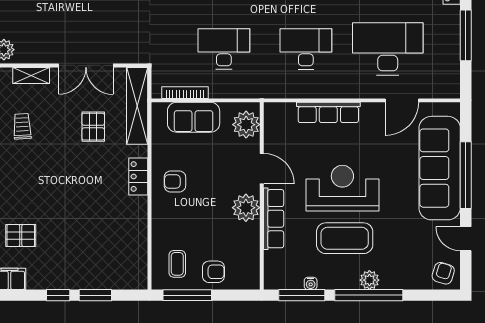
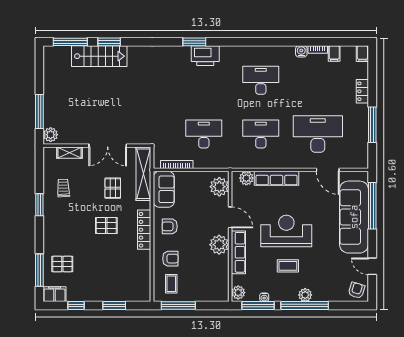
door: (402, 100) -> (328, 170), hinge flipped
plant: (285, 112) -> (246, 178), added
sofa: (194, 117) -> (164, 189), moved, turned -90
window: (466, 175) -> (372, 206), moved
locker: (138, 177) -> (144, 230), width x1.53
pallet: (84, 180) -> (106, 225), added
coffee table: (345, 238) -> (288, 266), width x0.54, depth x0.58
armchair: (213, 272) -> (170, 259), moved
plant: (273, 276) -> (238, 293), added
window: (58, 295) -> (76, 306), moved

